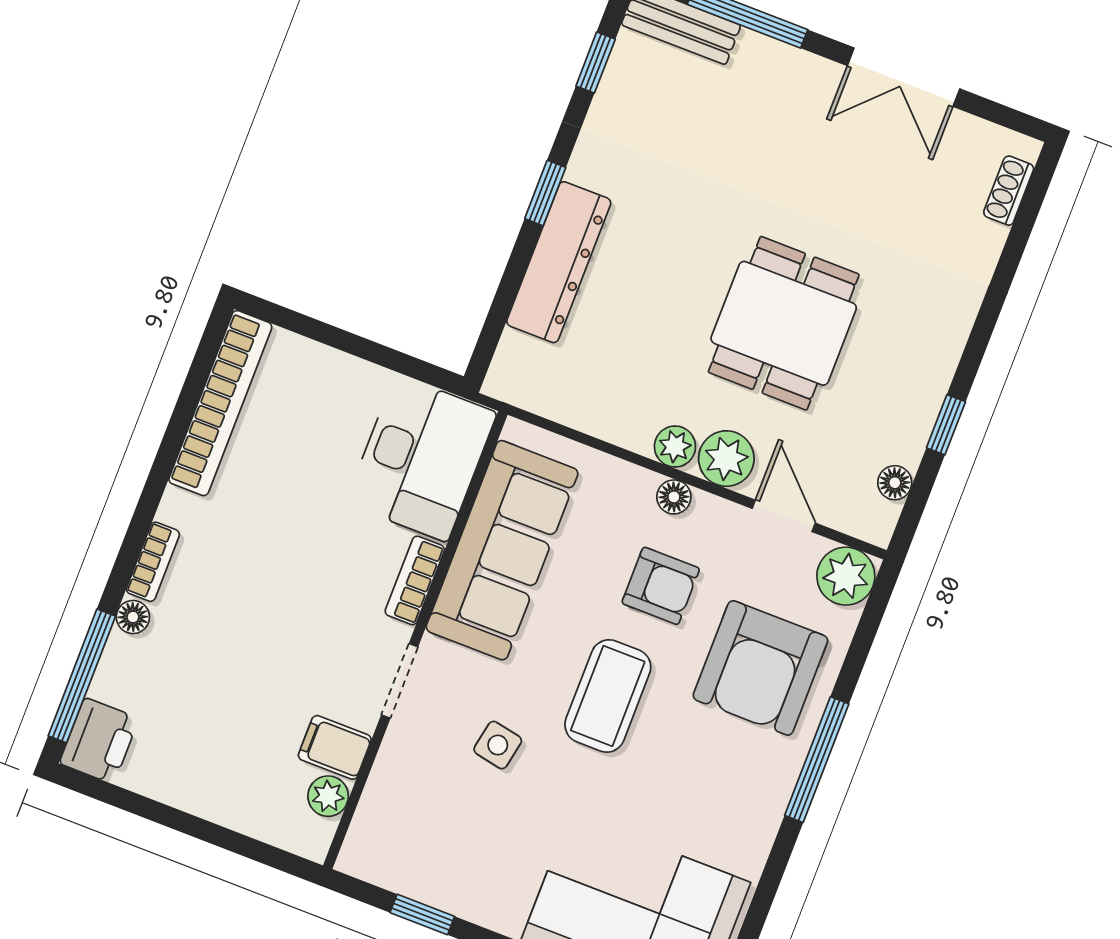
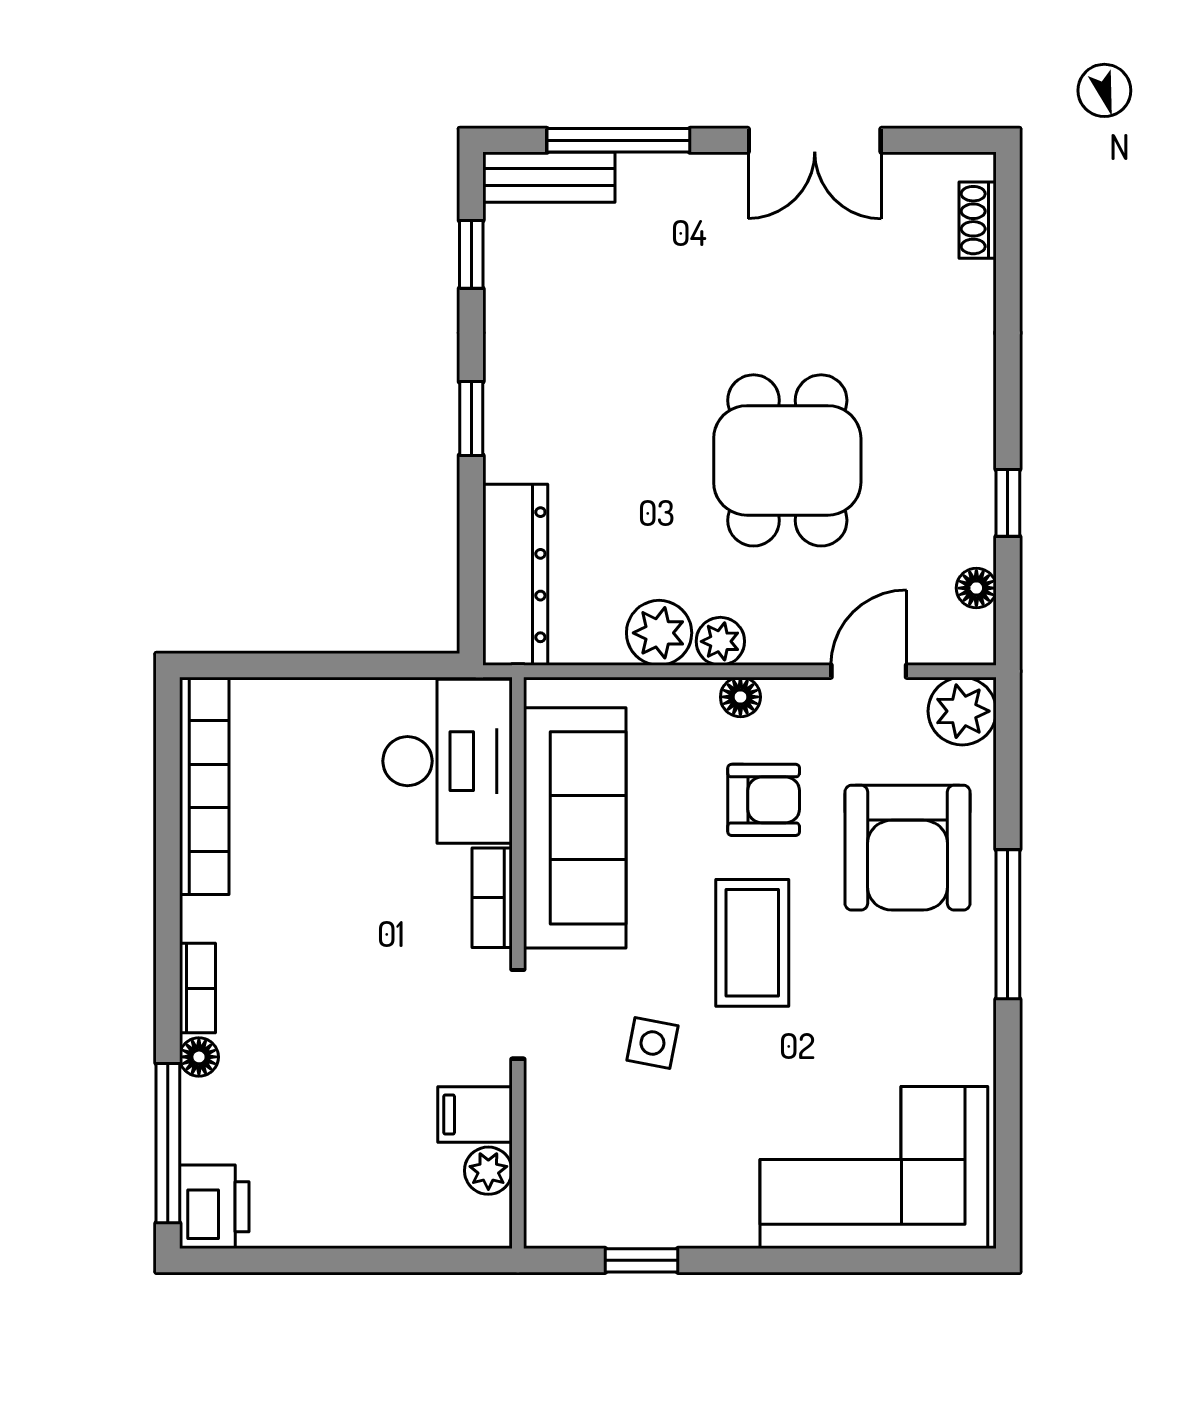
dresser: (559, 262) -> (515, 575), moved
plant: (726, 459) -> (659, 633), moved
door: (784, 516) -> (869, 671), hinge flipped

